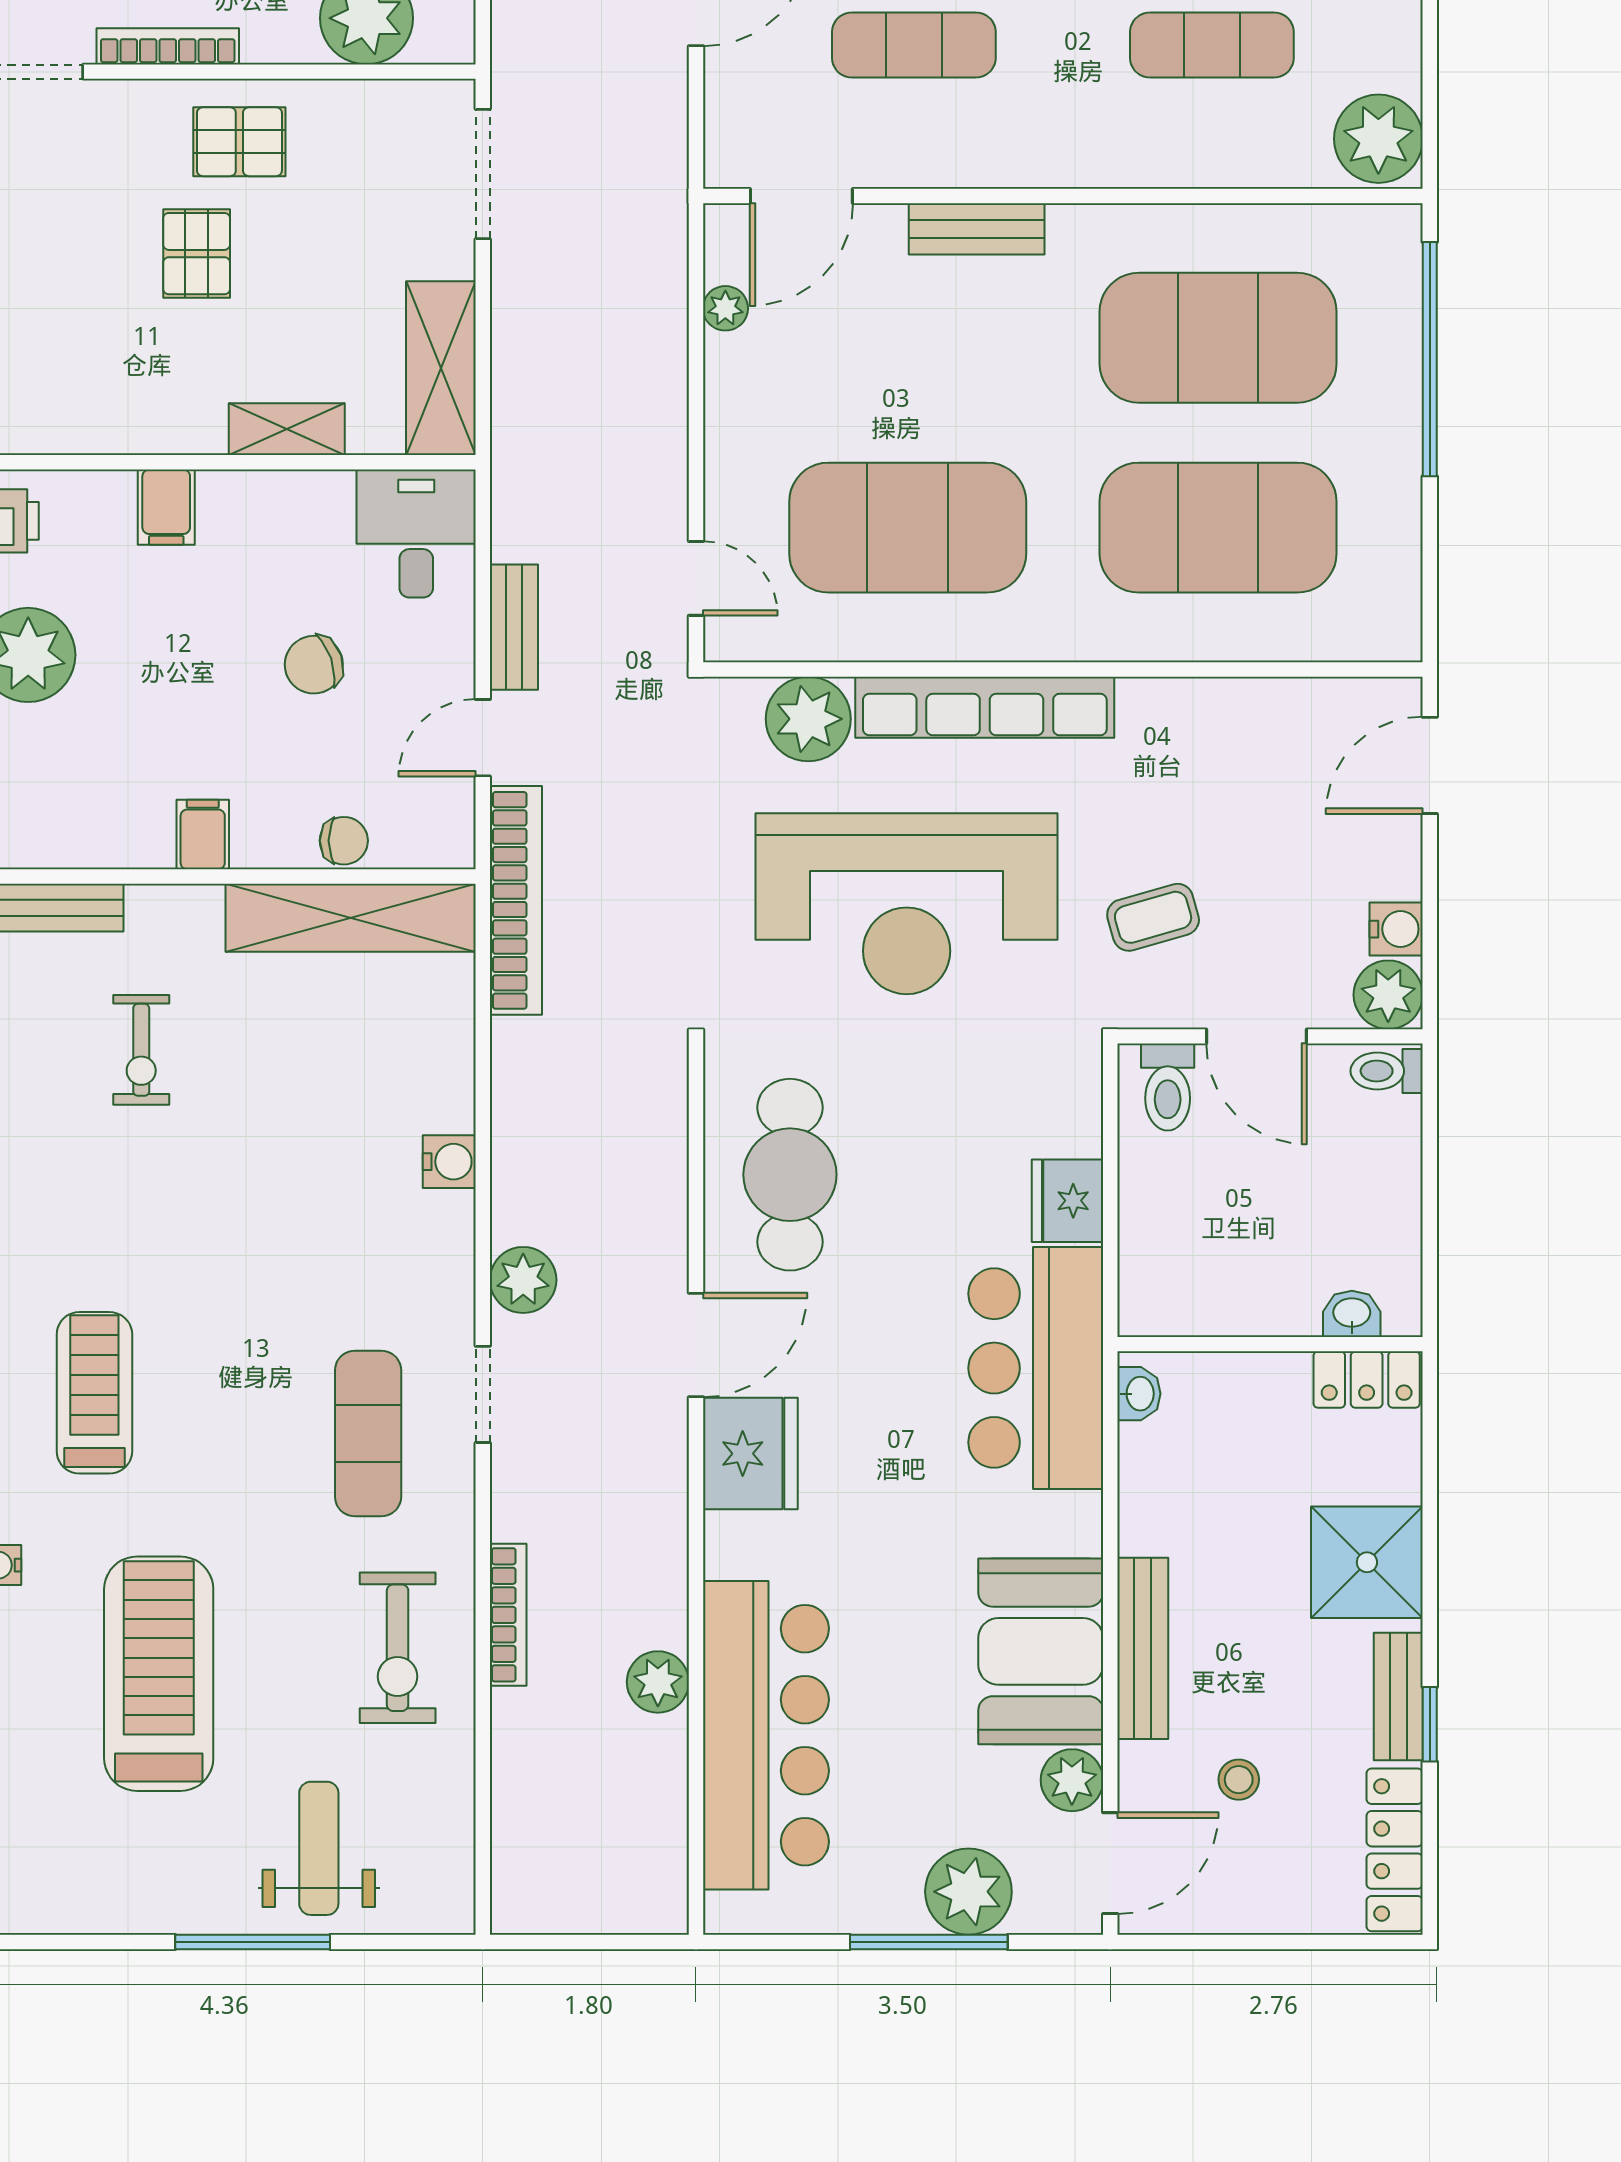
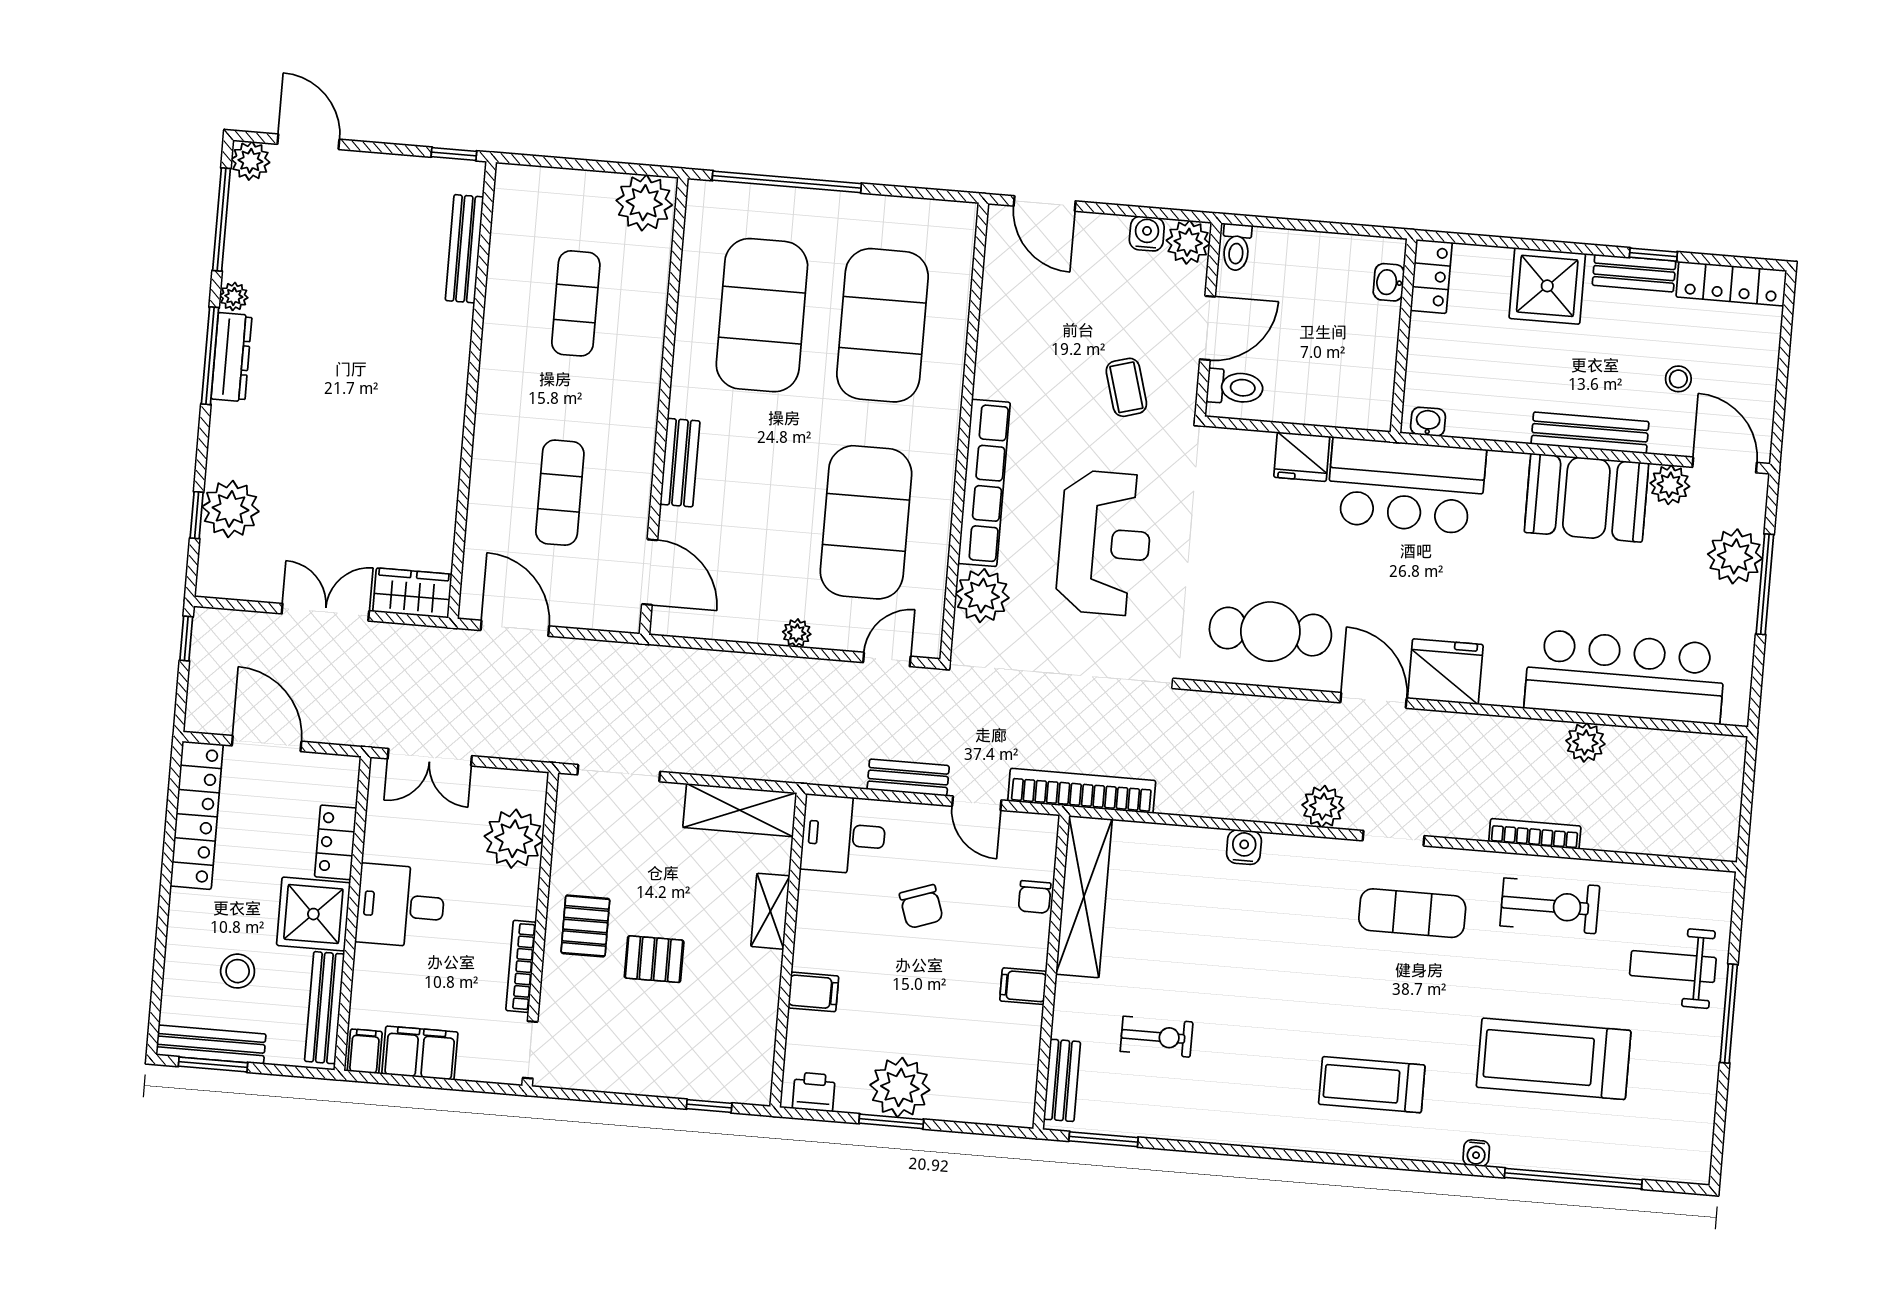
plant: (725, 308) -> (797, 633), moved
chair: (344, 841) -> (1035, 897), turned 180
reception desk: (907, 904) -> (1105, 543), width x0.74, depth x0.77

